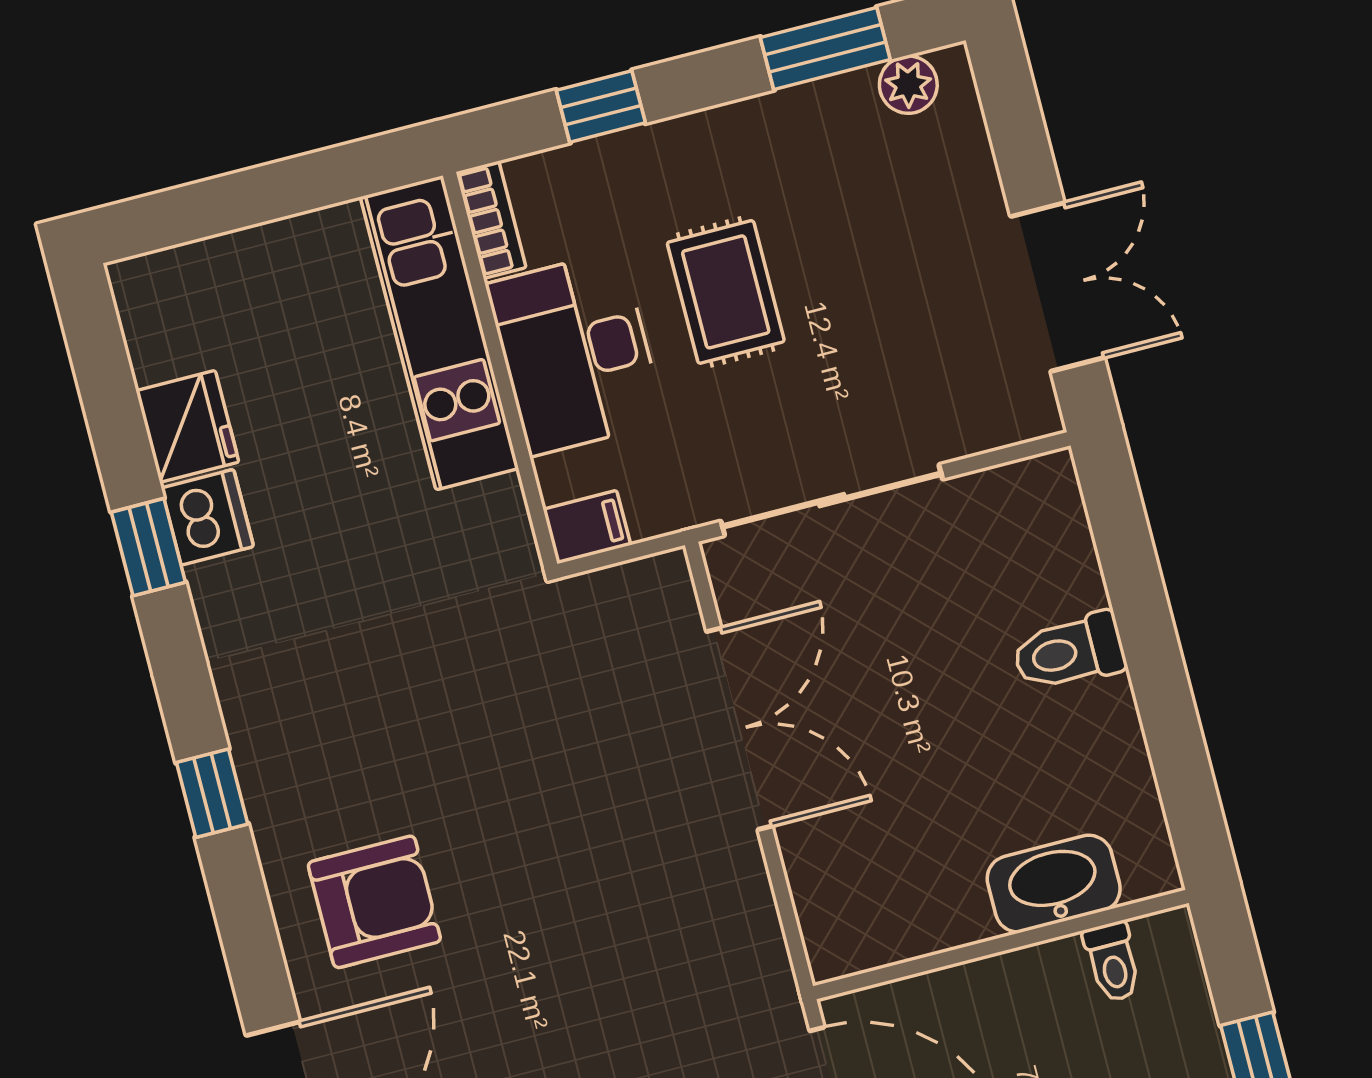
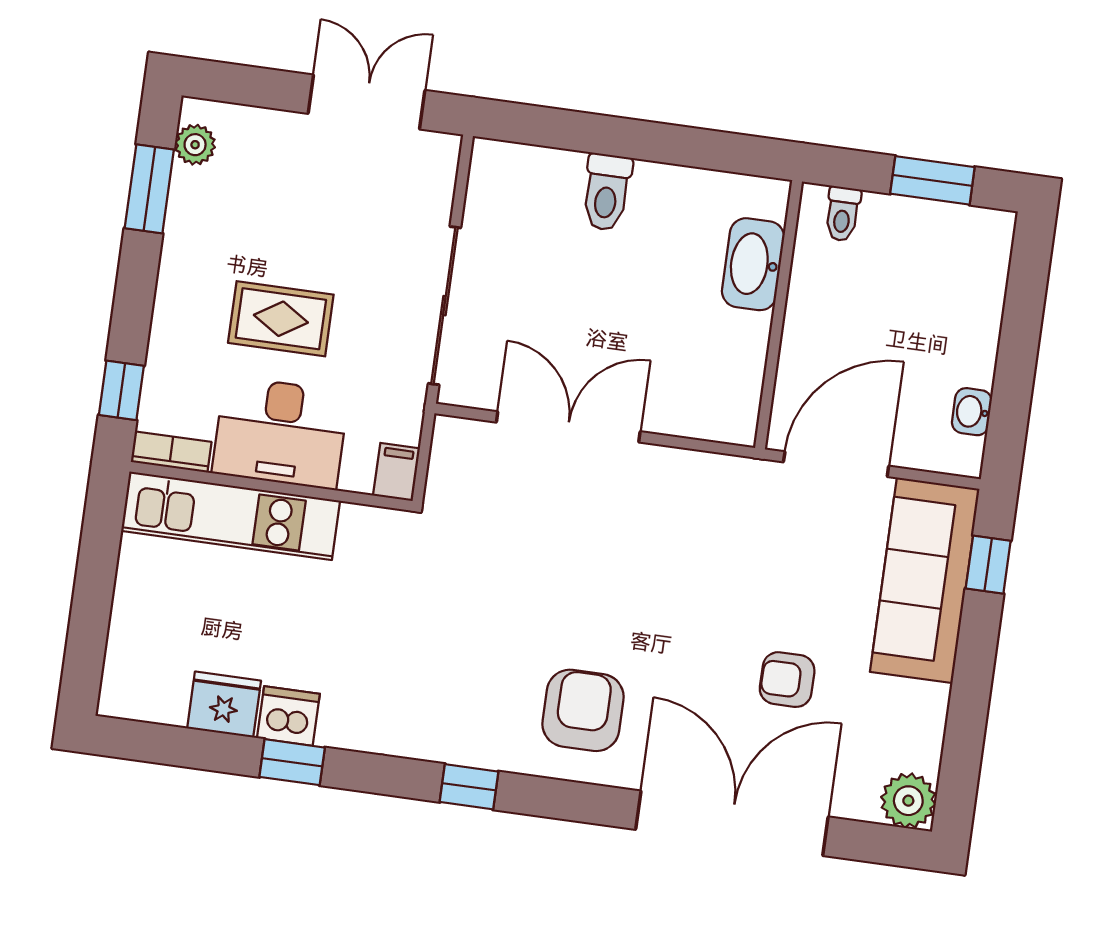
window: (601, 107) -> (121, 390), moved
toilet: (1112, 962) -> (842, 214), moved, turned 90

